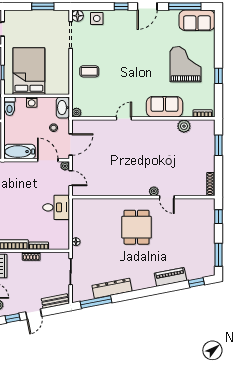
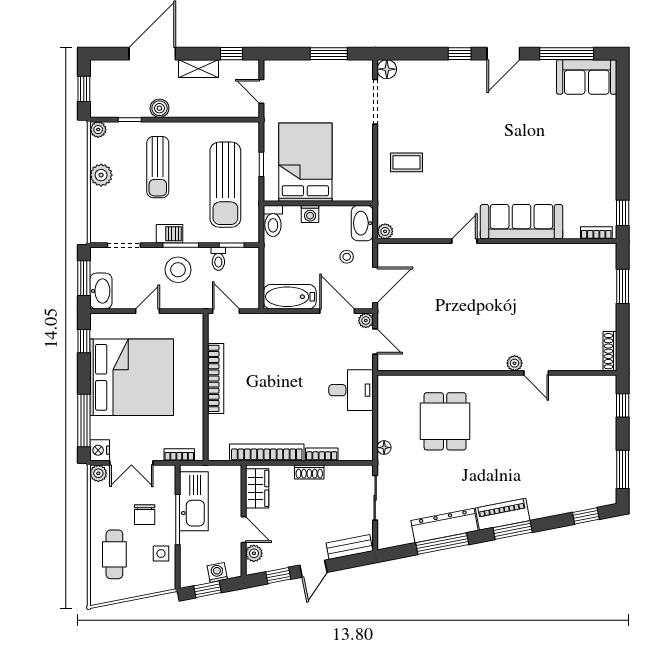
side table: (97, 18) -> (419, 74), removed
grand piano: (186, 64) -> (568, 150), removed
window: (218, 76) -> (623, 213), moved
sofa: (164, 107) -> (522, 222), width x1.36
plant: (184, 126) -> (565, 254), removed
dining table: (137, 227) -> (445, 421), moved
piano: (170, 277) -> (503, 514), moved
window: (153, 291) -> (513, 530), added
window: (96, 302) -> (442, 544), moved

